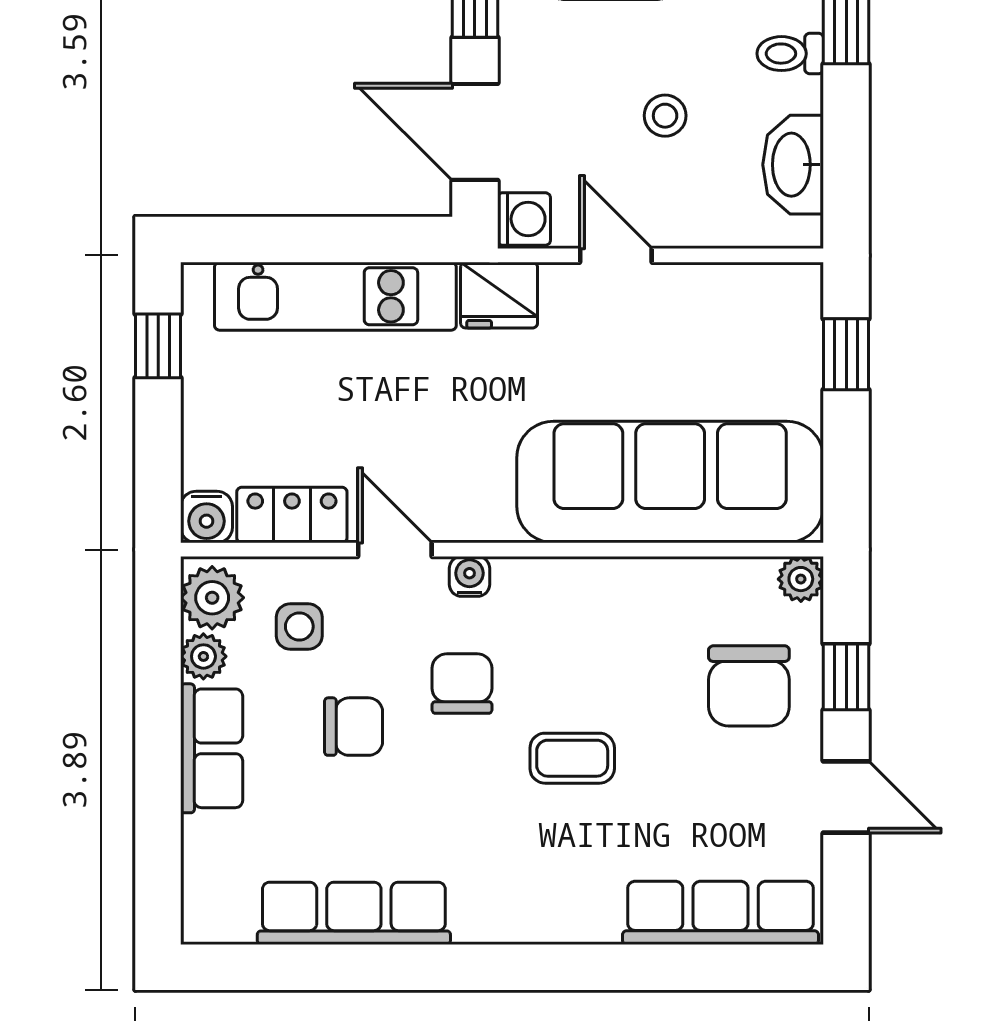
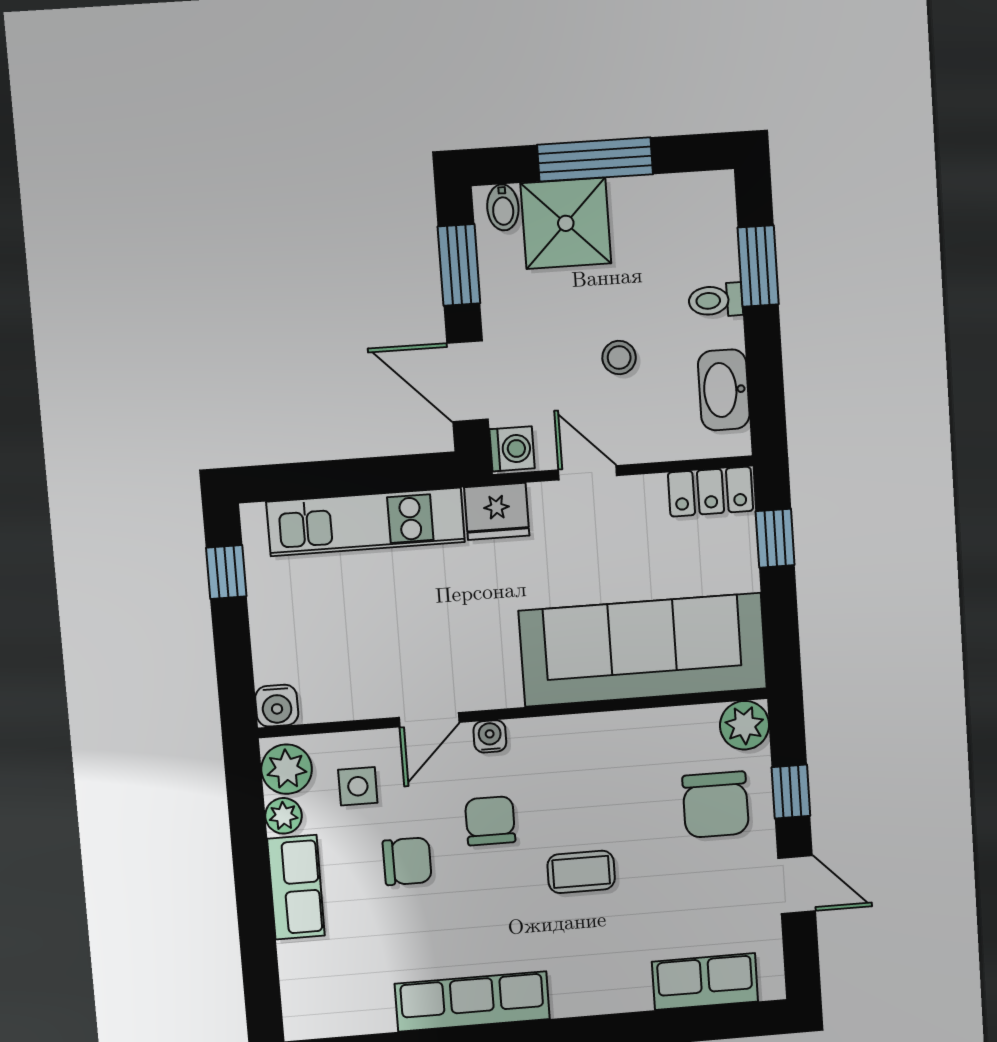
locker: (292, 515) -> (711, 492), moved, turned 180
door: (395, 550) -> (429, 720), swing flipped
plant: (801, 579) -> (745, 725), width x1.38, depth x1.38
row of seats: (354, 913) -> (472, 1001), moved
row of seats: (721, 913) -> (705, 982), width x0.68

